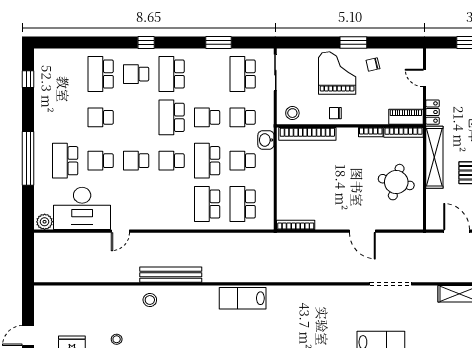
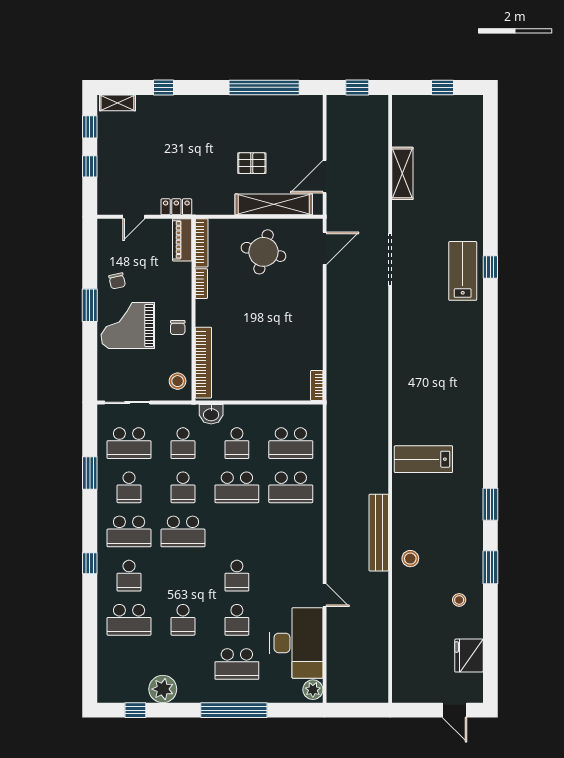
plant: (45, 101) -> (163, 689), added
shelving: (434, 157) -> (274, 204), moved
school desk: (172, 161) -> (129, 487), moved
bookcase: (296, 225) -> (317, 386), width x0.64
door: (362, 231) -> (325, 248), moved
lab bench: (243, 298) -> (423, 459), moved, turned 90

